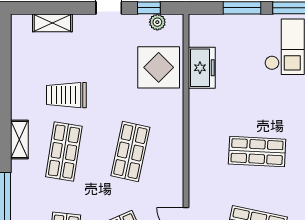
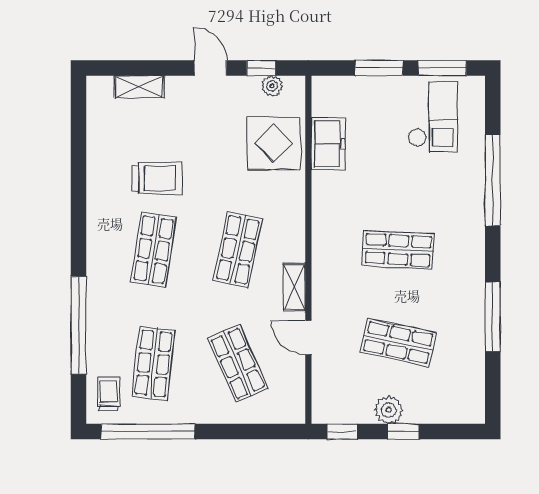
trolley: (66, 95) -> (157, 178), turned 180
shelving: (19, 139) -> (294, 287), moved

